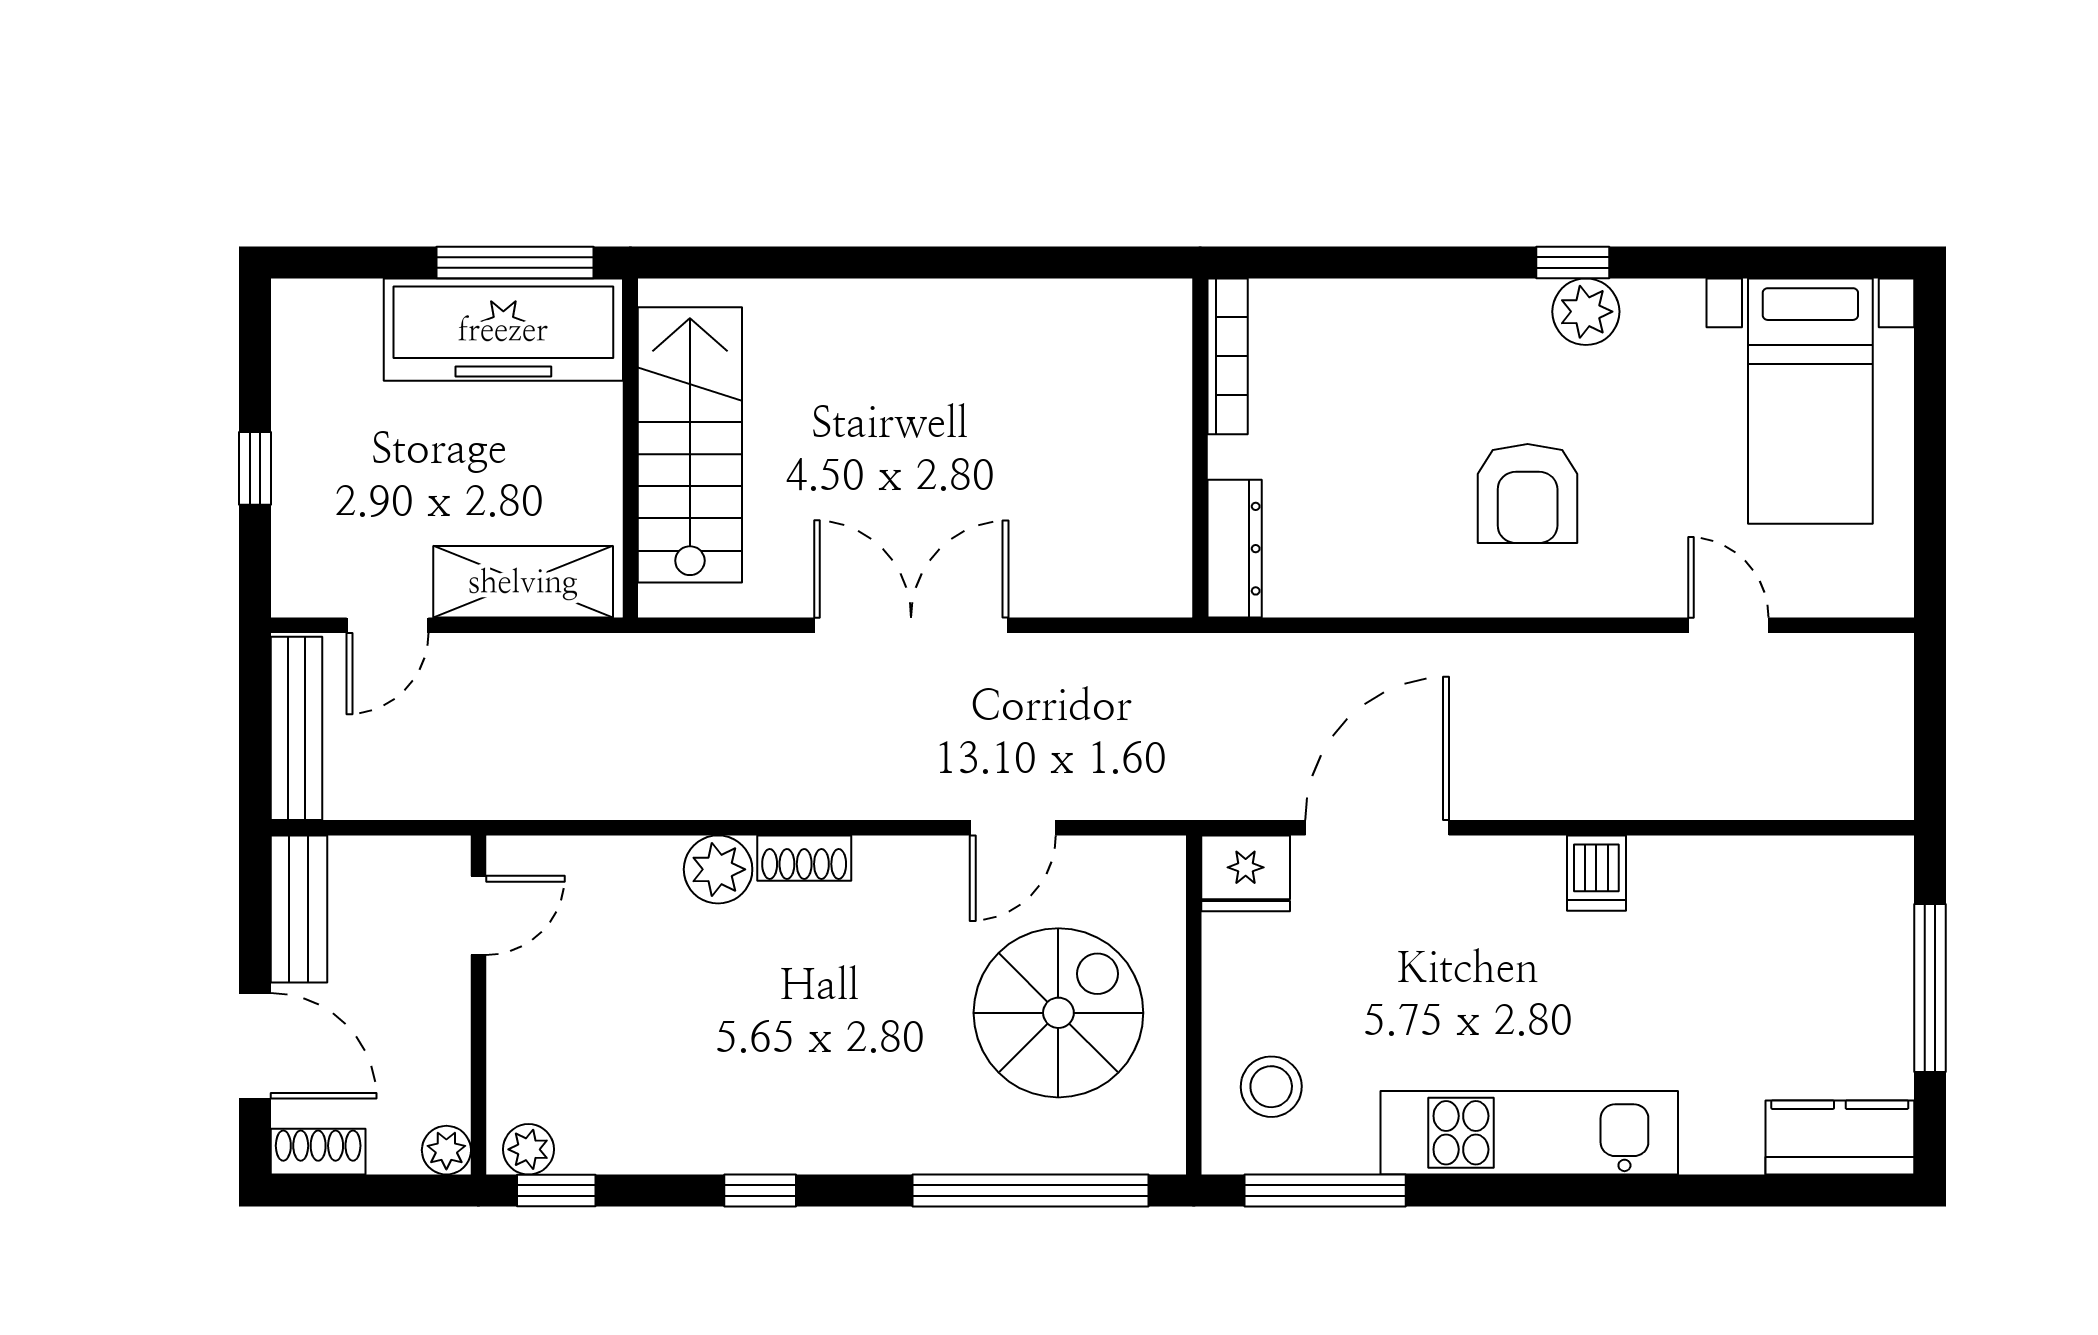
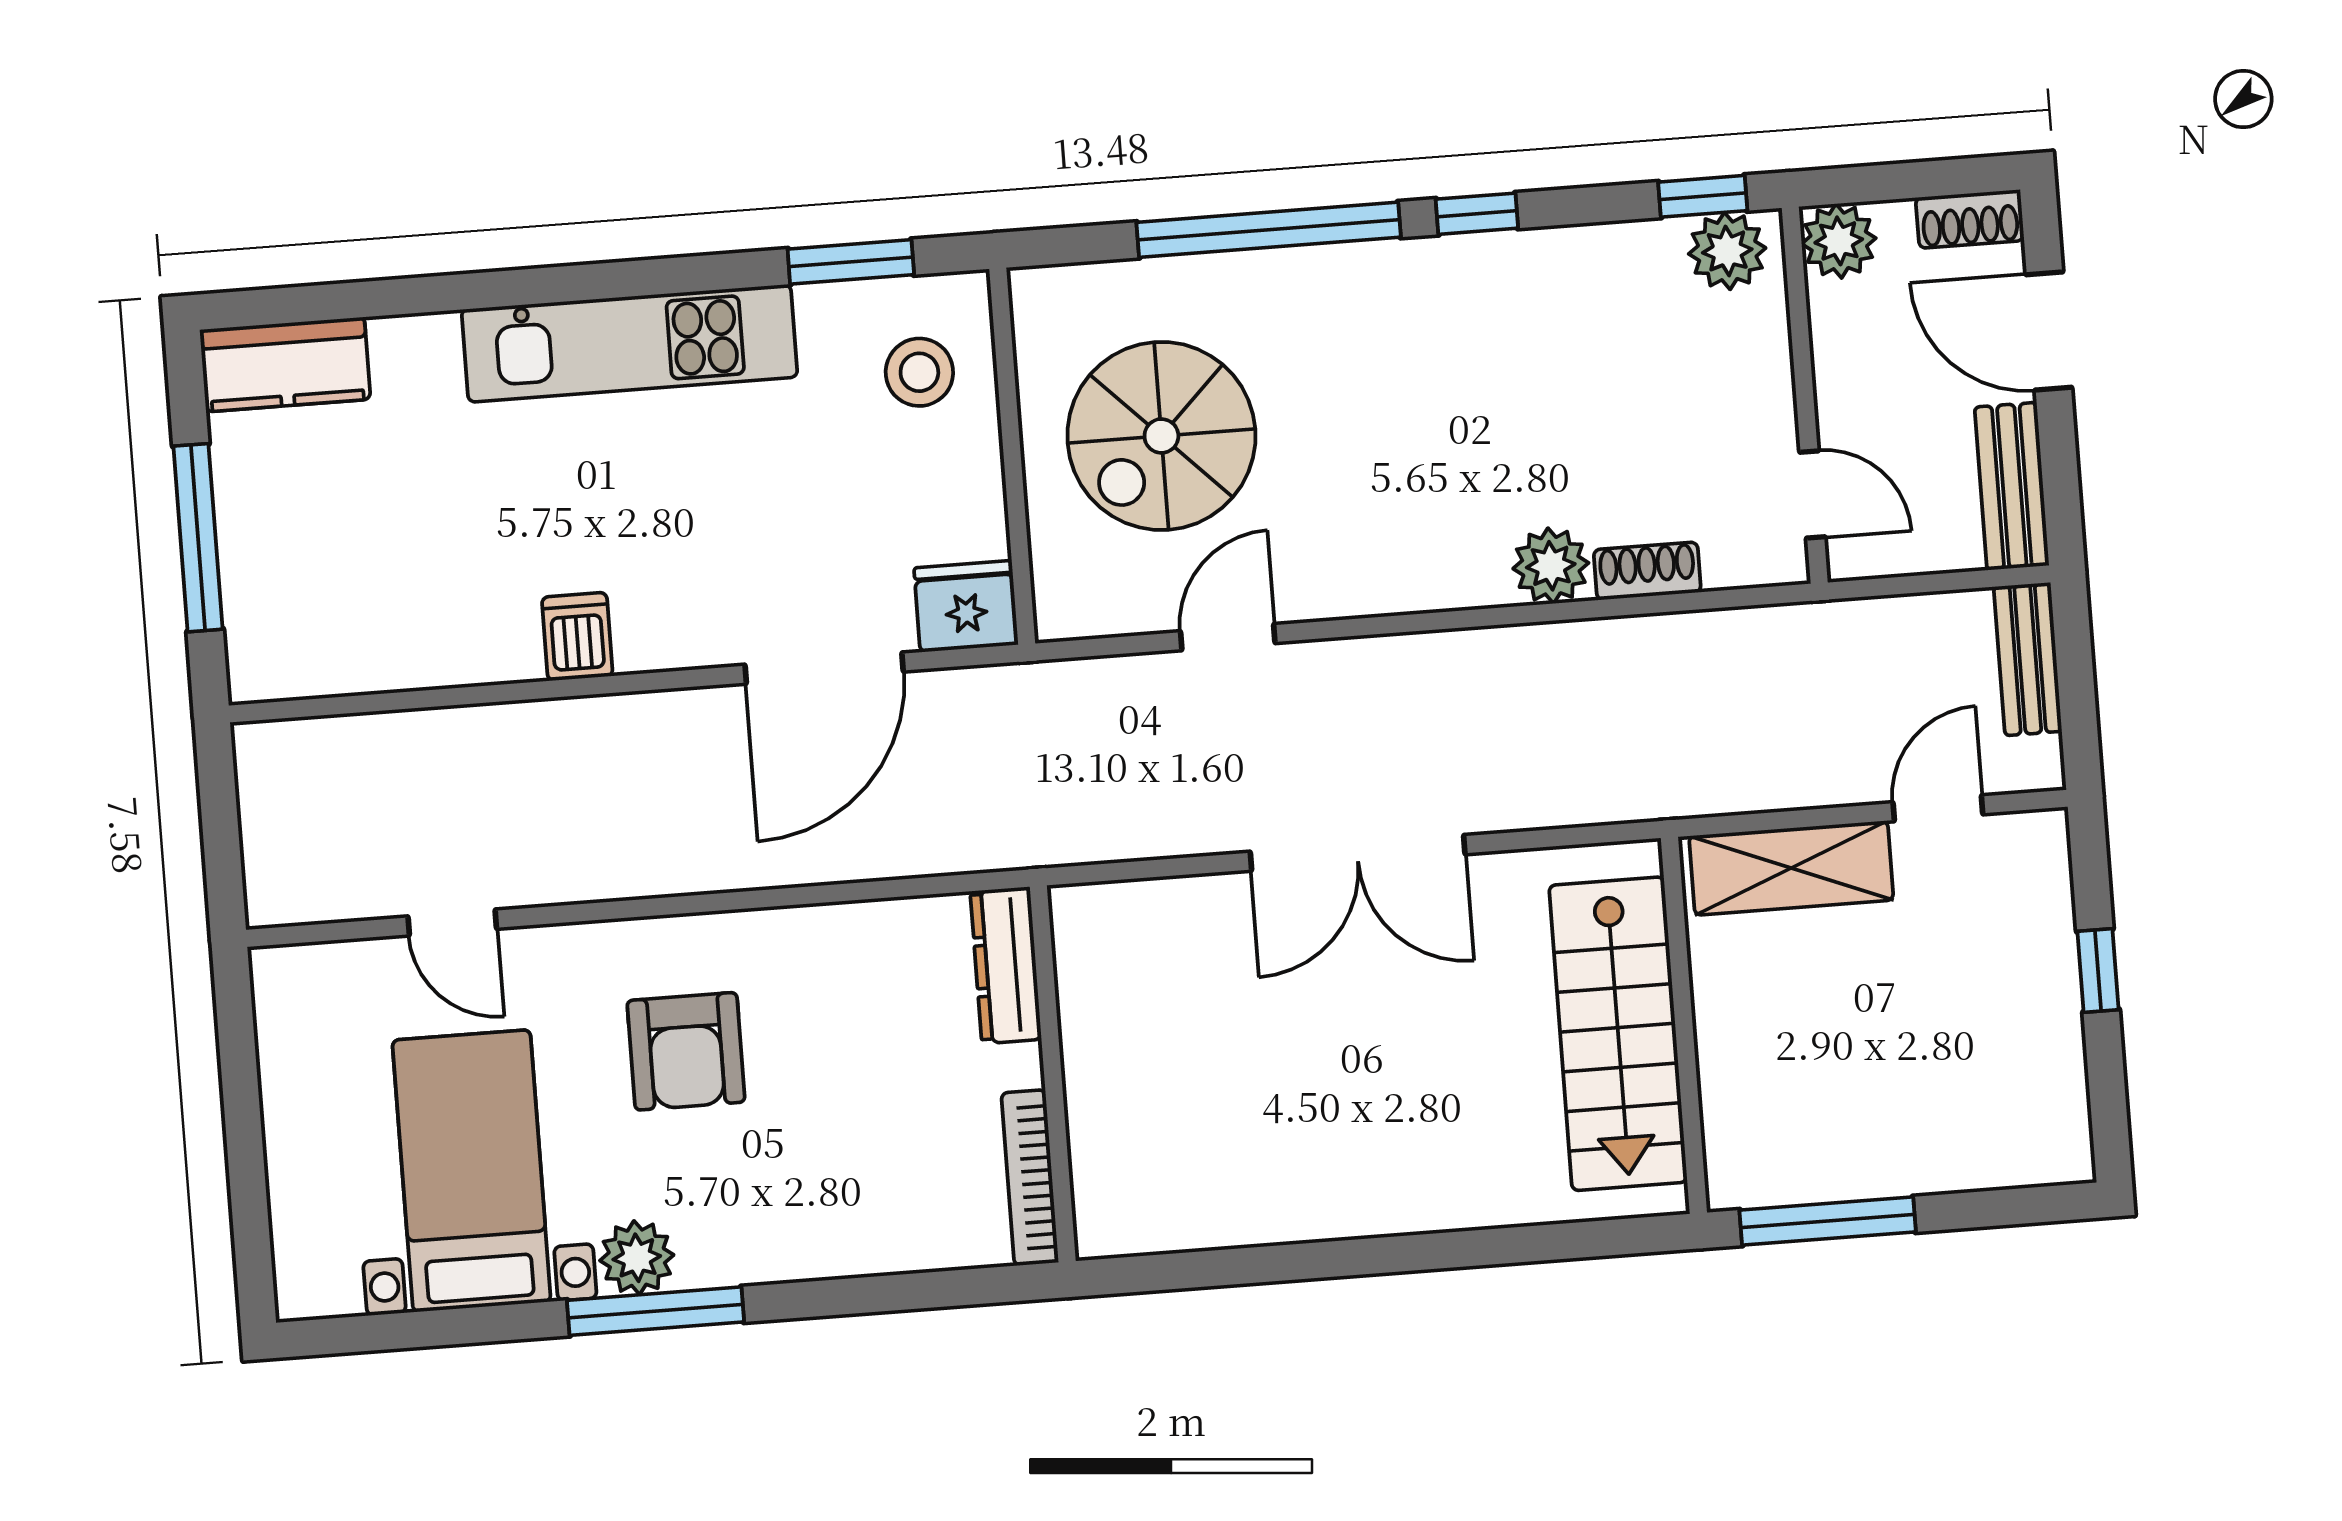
window: (1573, 262) -> (656, 1311), width x2.17
freezer: (503, 330) -> (1835, 1146), removed
bed with nightstands: (1810, 401) -> (472, 1171), moved
armchair: (1528, 493) -> (686, 1051), turned 180
bench: (296, 728) -> (2028, 659), width x0.73
shoe rack: (804, 858) -> (1647, 571), moved
door: (478, 915) -> (1812, 494), swing flipped
plant: (528, 1149) -> (1727, 251), width x1.38, depth x1.38
plant: (446, 1150) -> (1839, 241), width x1.38, depth x1.38
window: (1031, 1190) -> (1269, 230), moved
window: (1325, 1190) -> (851, 262), width x0.69

